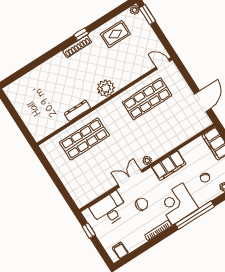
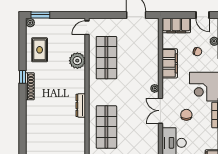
plant: (106, 88) -> (77, 61), moved
dresser: (77, 111) -> (81, 105), moved
filing cabinet: (169, 166) -> (170, 63), moved

